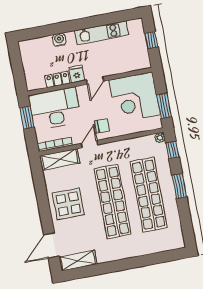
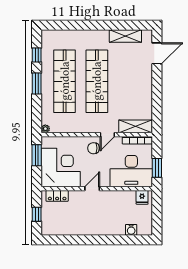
kitchen unit: (101, 33) -> (79, 229), removed
water cooler: (59, 40) -> (131, 230), moved
fridge: (77, 74) -> (142, 197), moved
locker: (57, 79) -> (57, 196), moved
window: (172, 150) -> (37, 55), moved
display table: (68, 204) -> (135, 87), removed
shelving: (78, 261) -> (125, 36), moved

